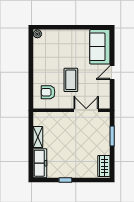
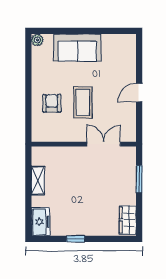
sofa: (100, 47) -> (77, 48), moved, turned -90
armchair: (48, 92) -> (52, 103), moved, turned 90
freezer: (40, 163) -> (41, 222), width x0.71

